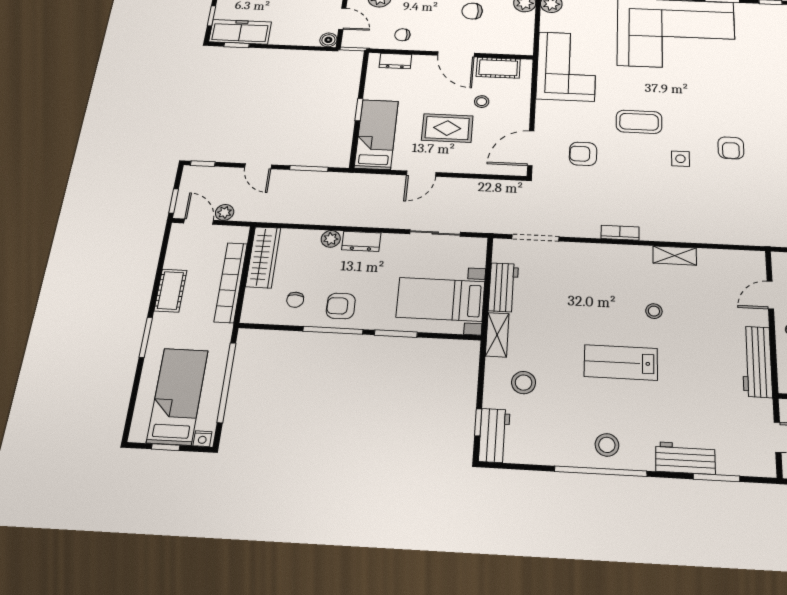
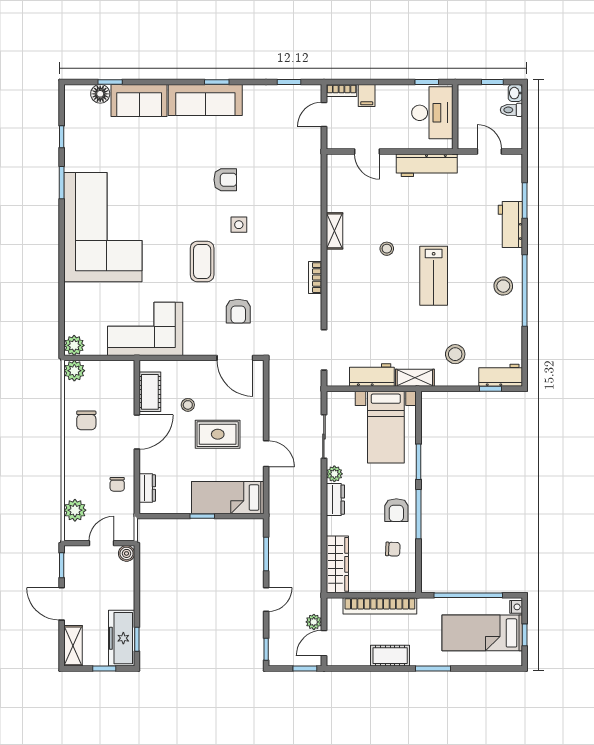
rug: (447, 128) -> (218, 434), turned 90
plant: (331, 239) -> (334, 474), moved
wardrobe: (263, 257) -> (337, 564), moved, turned 90

